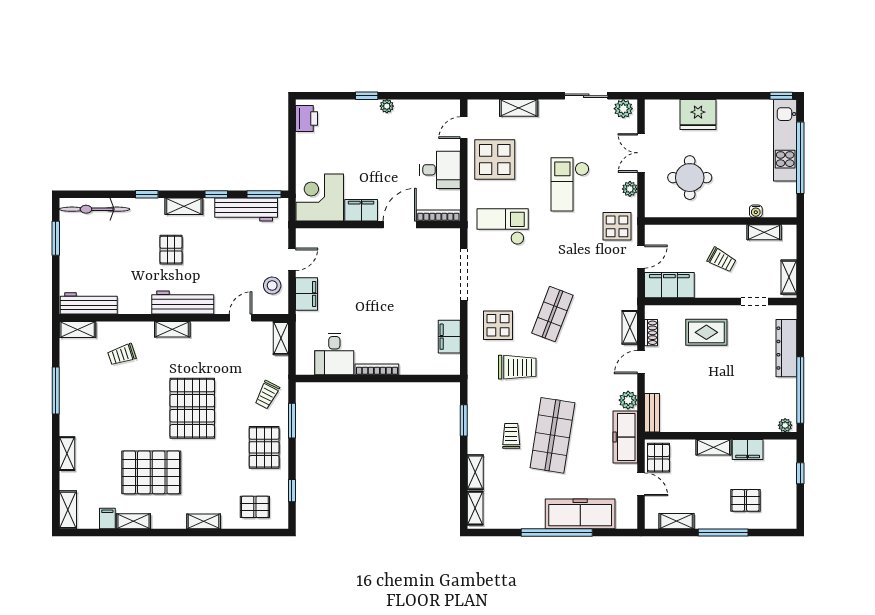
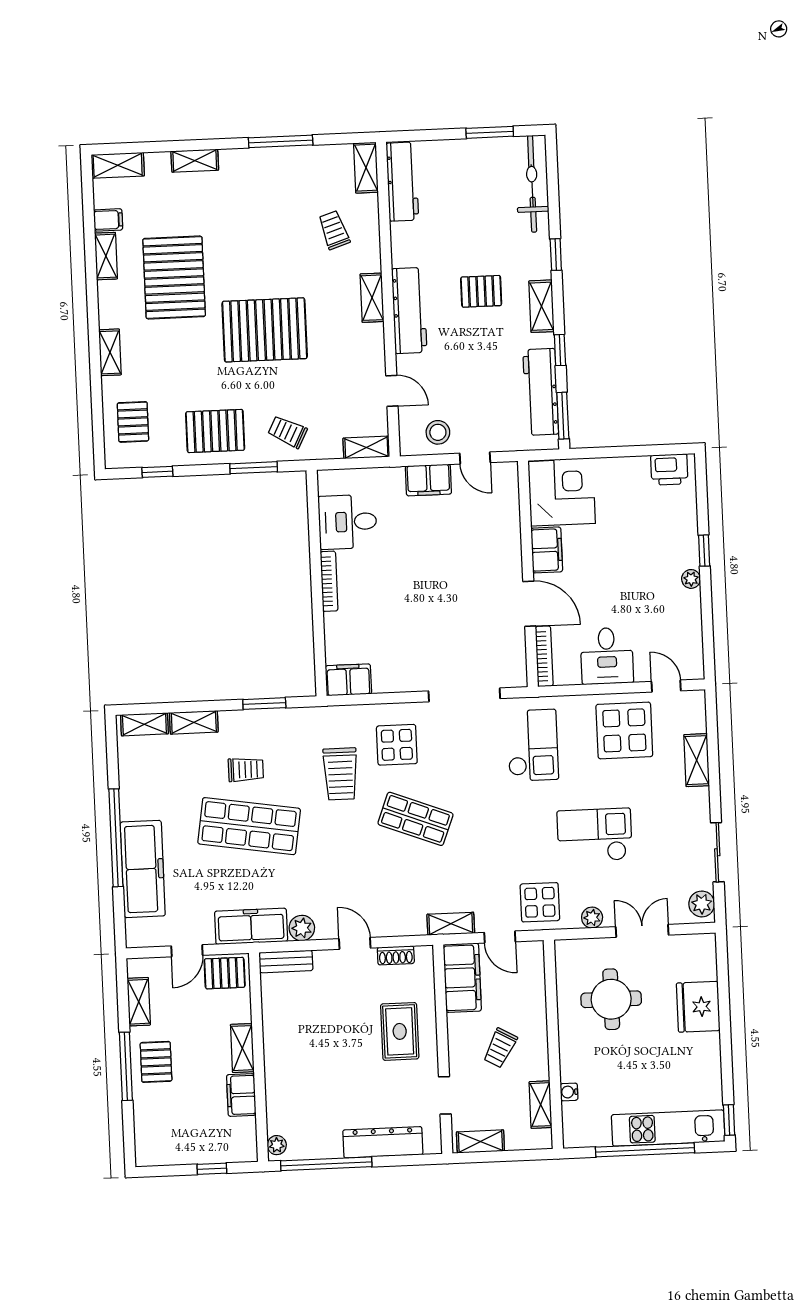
shelving: (630, 327) -> (451, 924), moved
filing cabinet: (449, 337) -> (348, 680), moved
pallet: (746, 500) -> (156, 1062), moved

